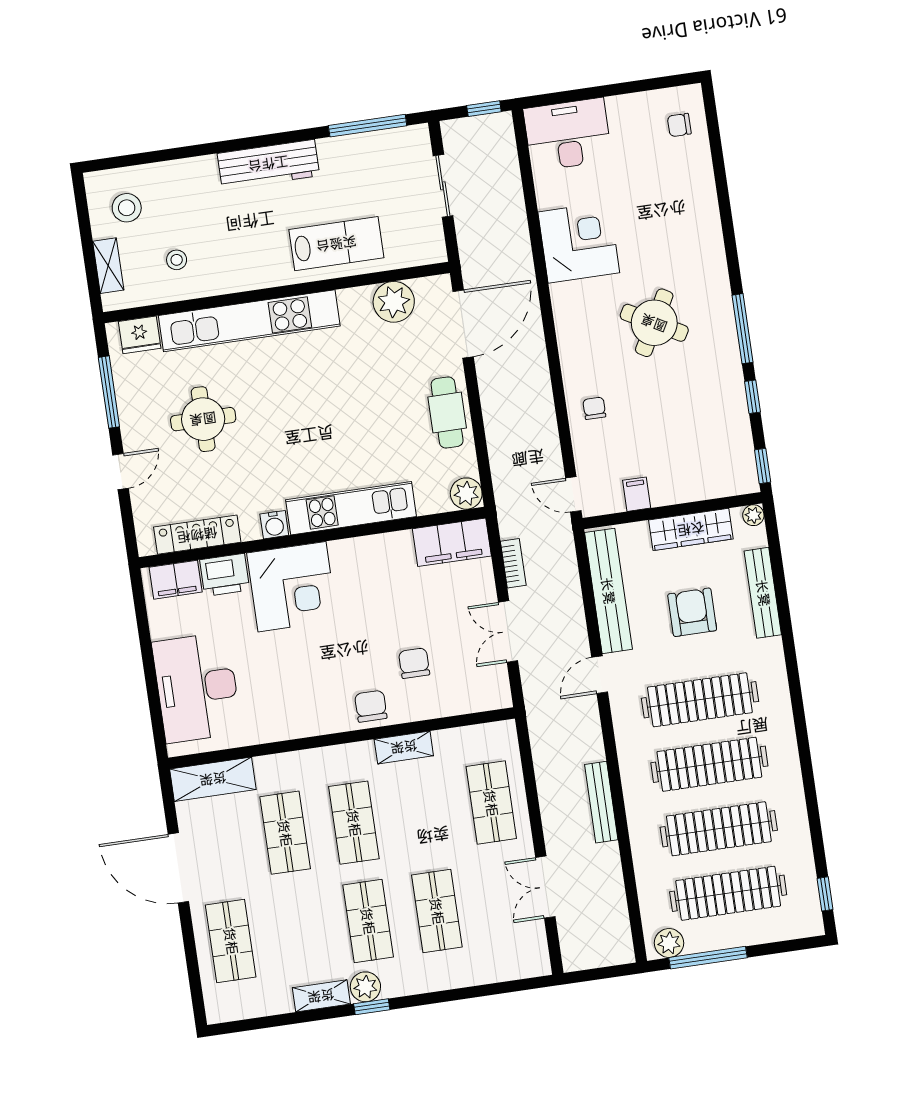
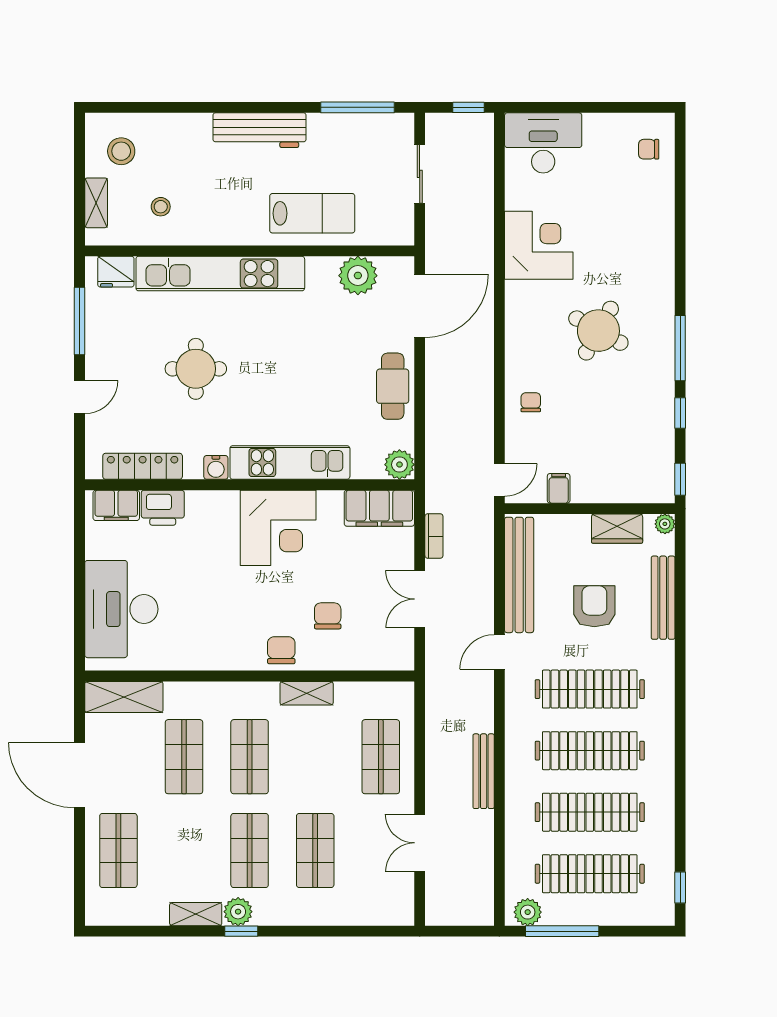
round table: (203, 419) -> (196, 369), moved
door: (573, 494) -> (499, 480), swing flipped
wardrobe: (691, 529) -> (617, 529), width x0.67
corner desk: (292, 587) -> (278, 528), moved

